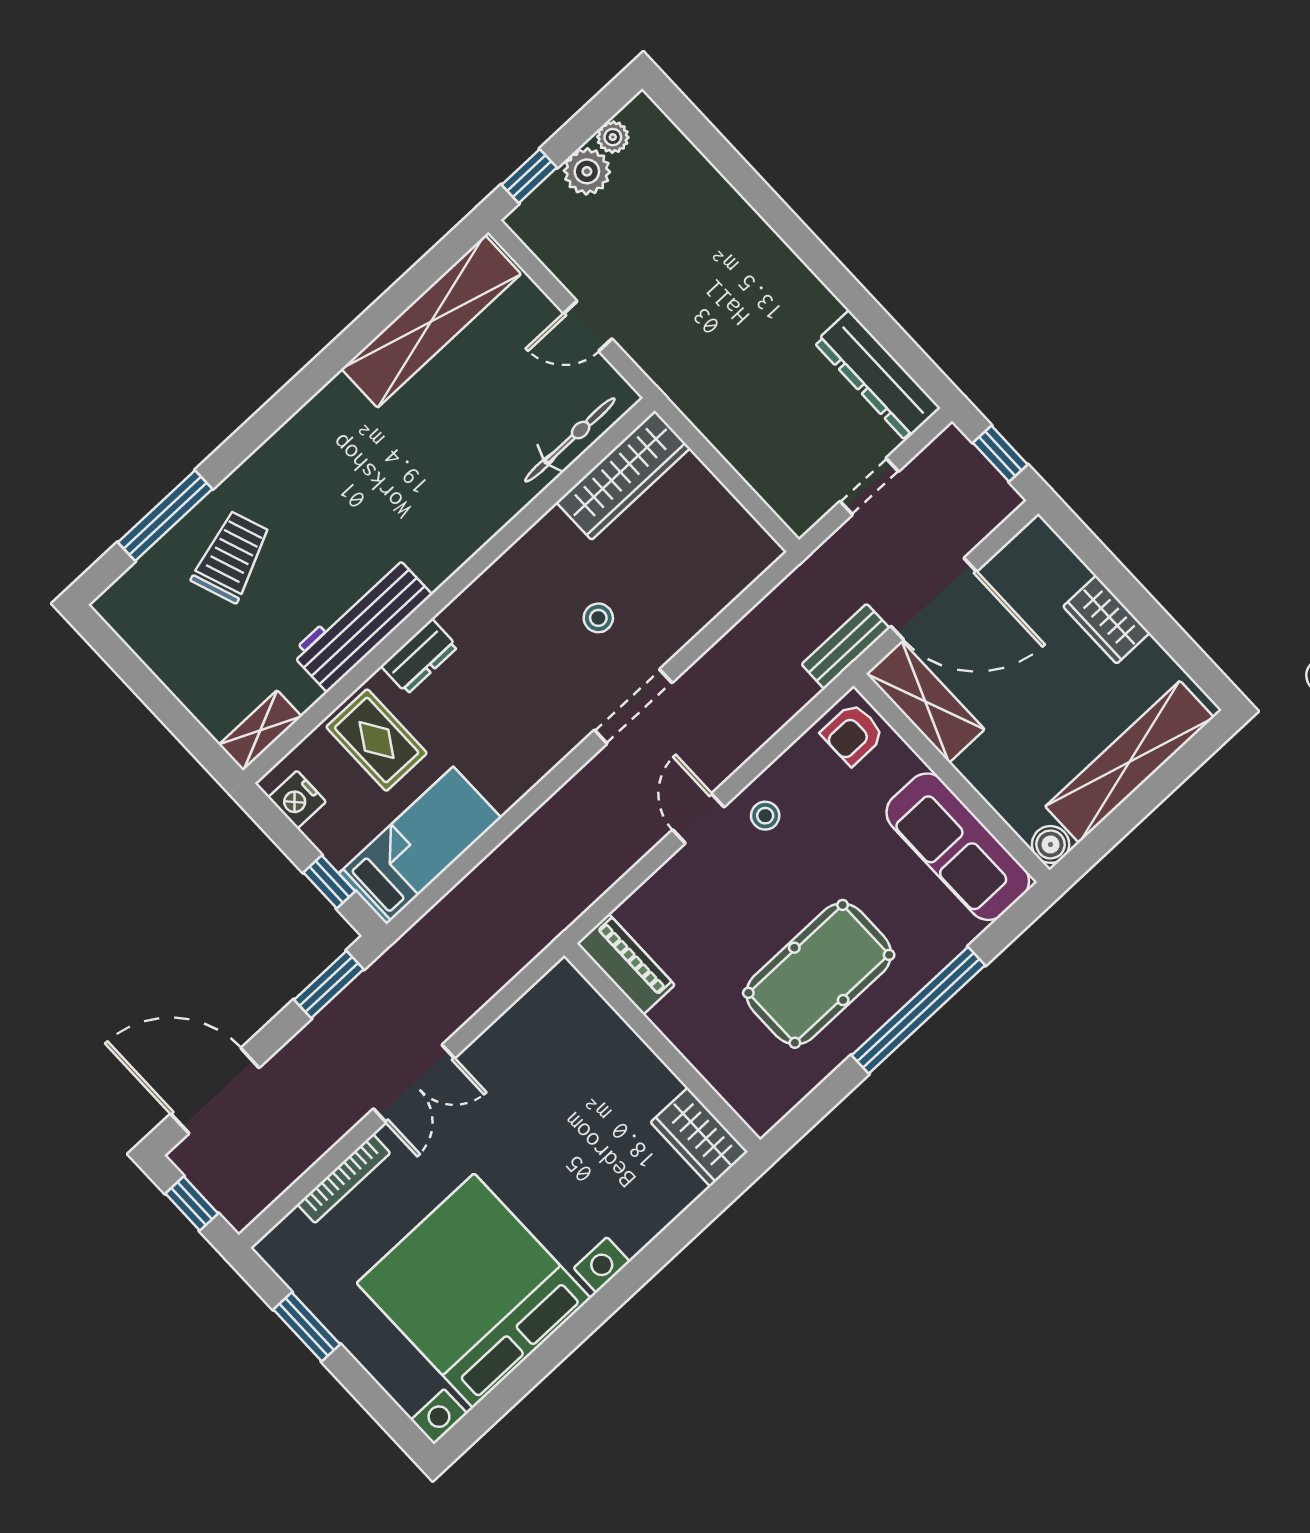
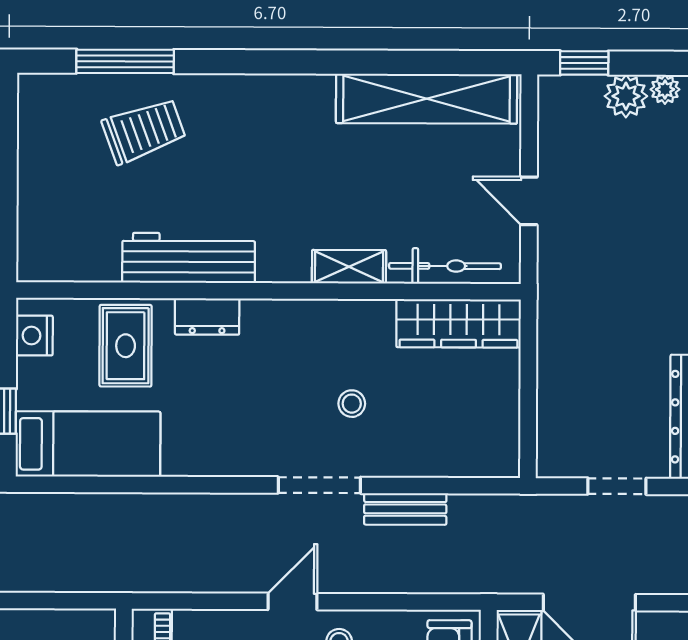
bench: (846, 646) -> (405, 509), moved
shelving: (260, 730) -> (349, 267), moved

